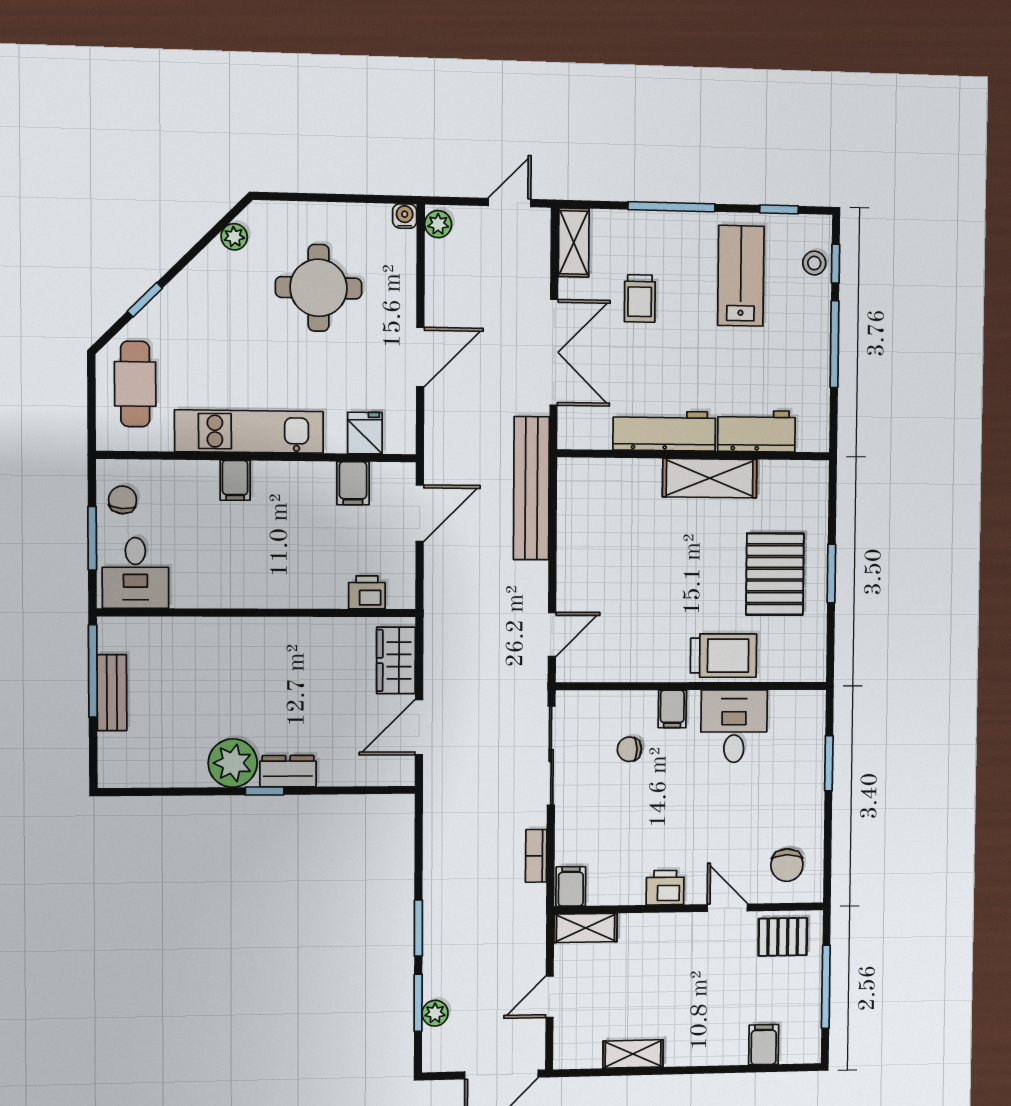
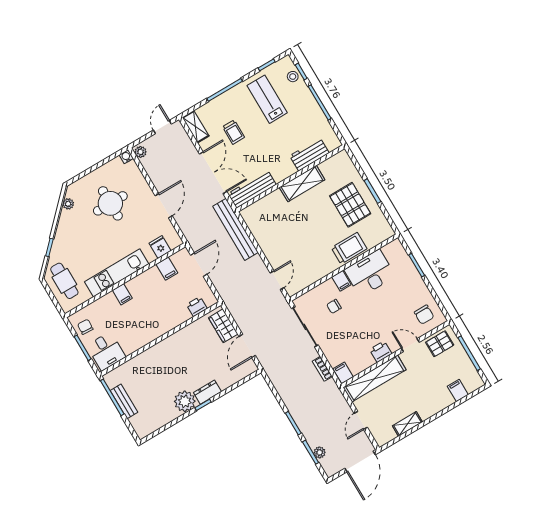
workbench: (664, 431) -> (252, 189), moved
desk: (734, 726) -> (370, 273), width x1.37
shelving: (586, 928) -> (375, 379), width x2.20, depth x1.33

